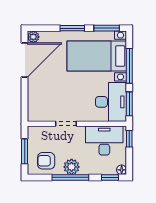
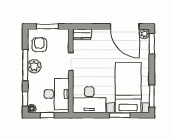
window: (72, 28) -> (152, 44), moved
window: (129, 66) -> (120, 115), width x0.69
window: (129, 104) -> (88, 115), removed
dresser: (34, 110) -> (82, 34), added
window: (129, 139) -> (47, 115), moved

